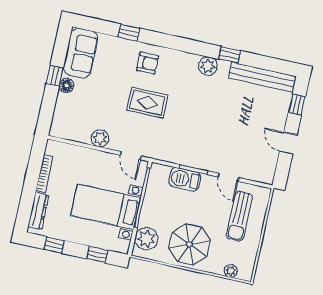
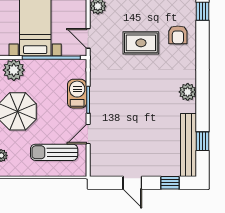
window: (230, 55) -> (203, 141), moved
rug: (147, 103) -> (141, 43), turned 90
door: (288, 143) -> (132, 183), swing flipped
door: (131, 156) -> (88, 38), hinge flipped

